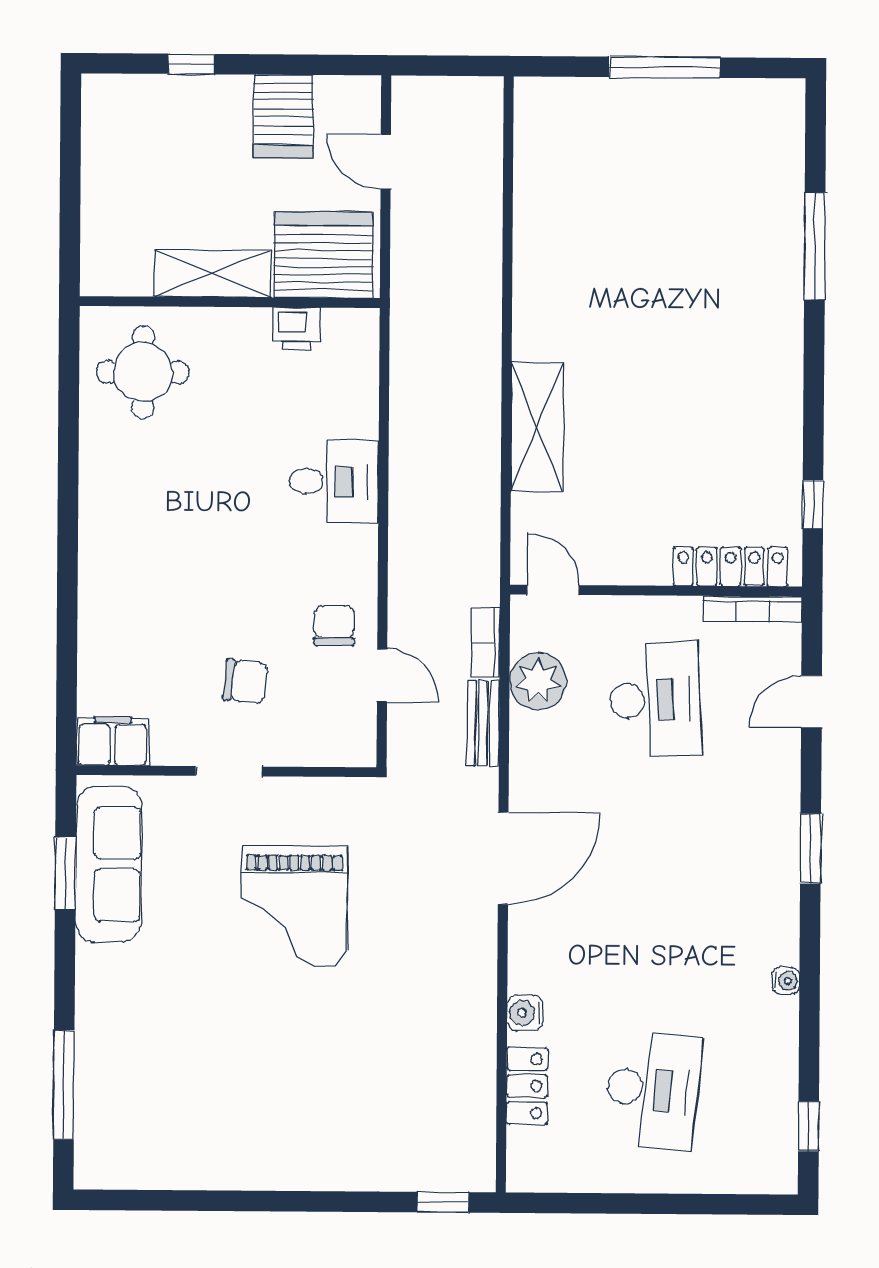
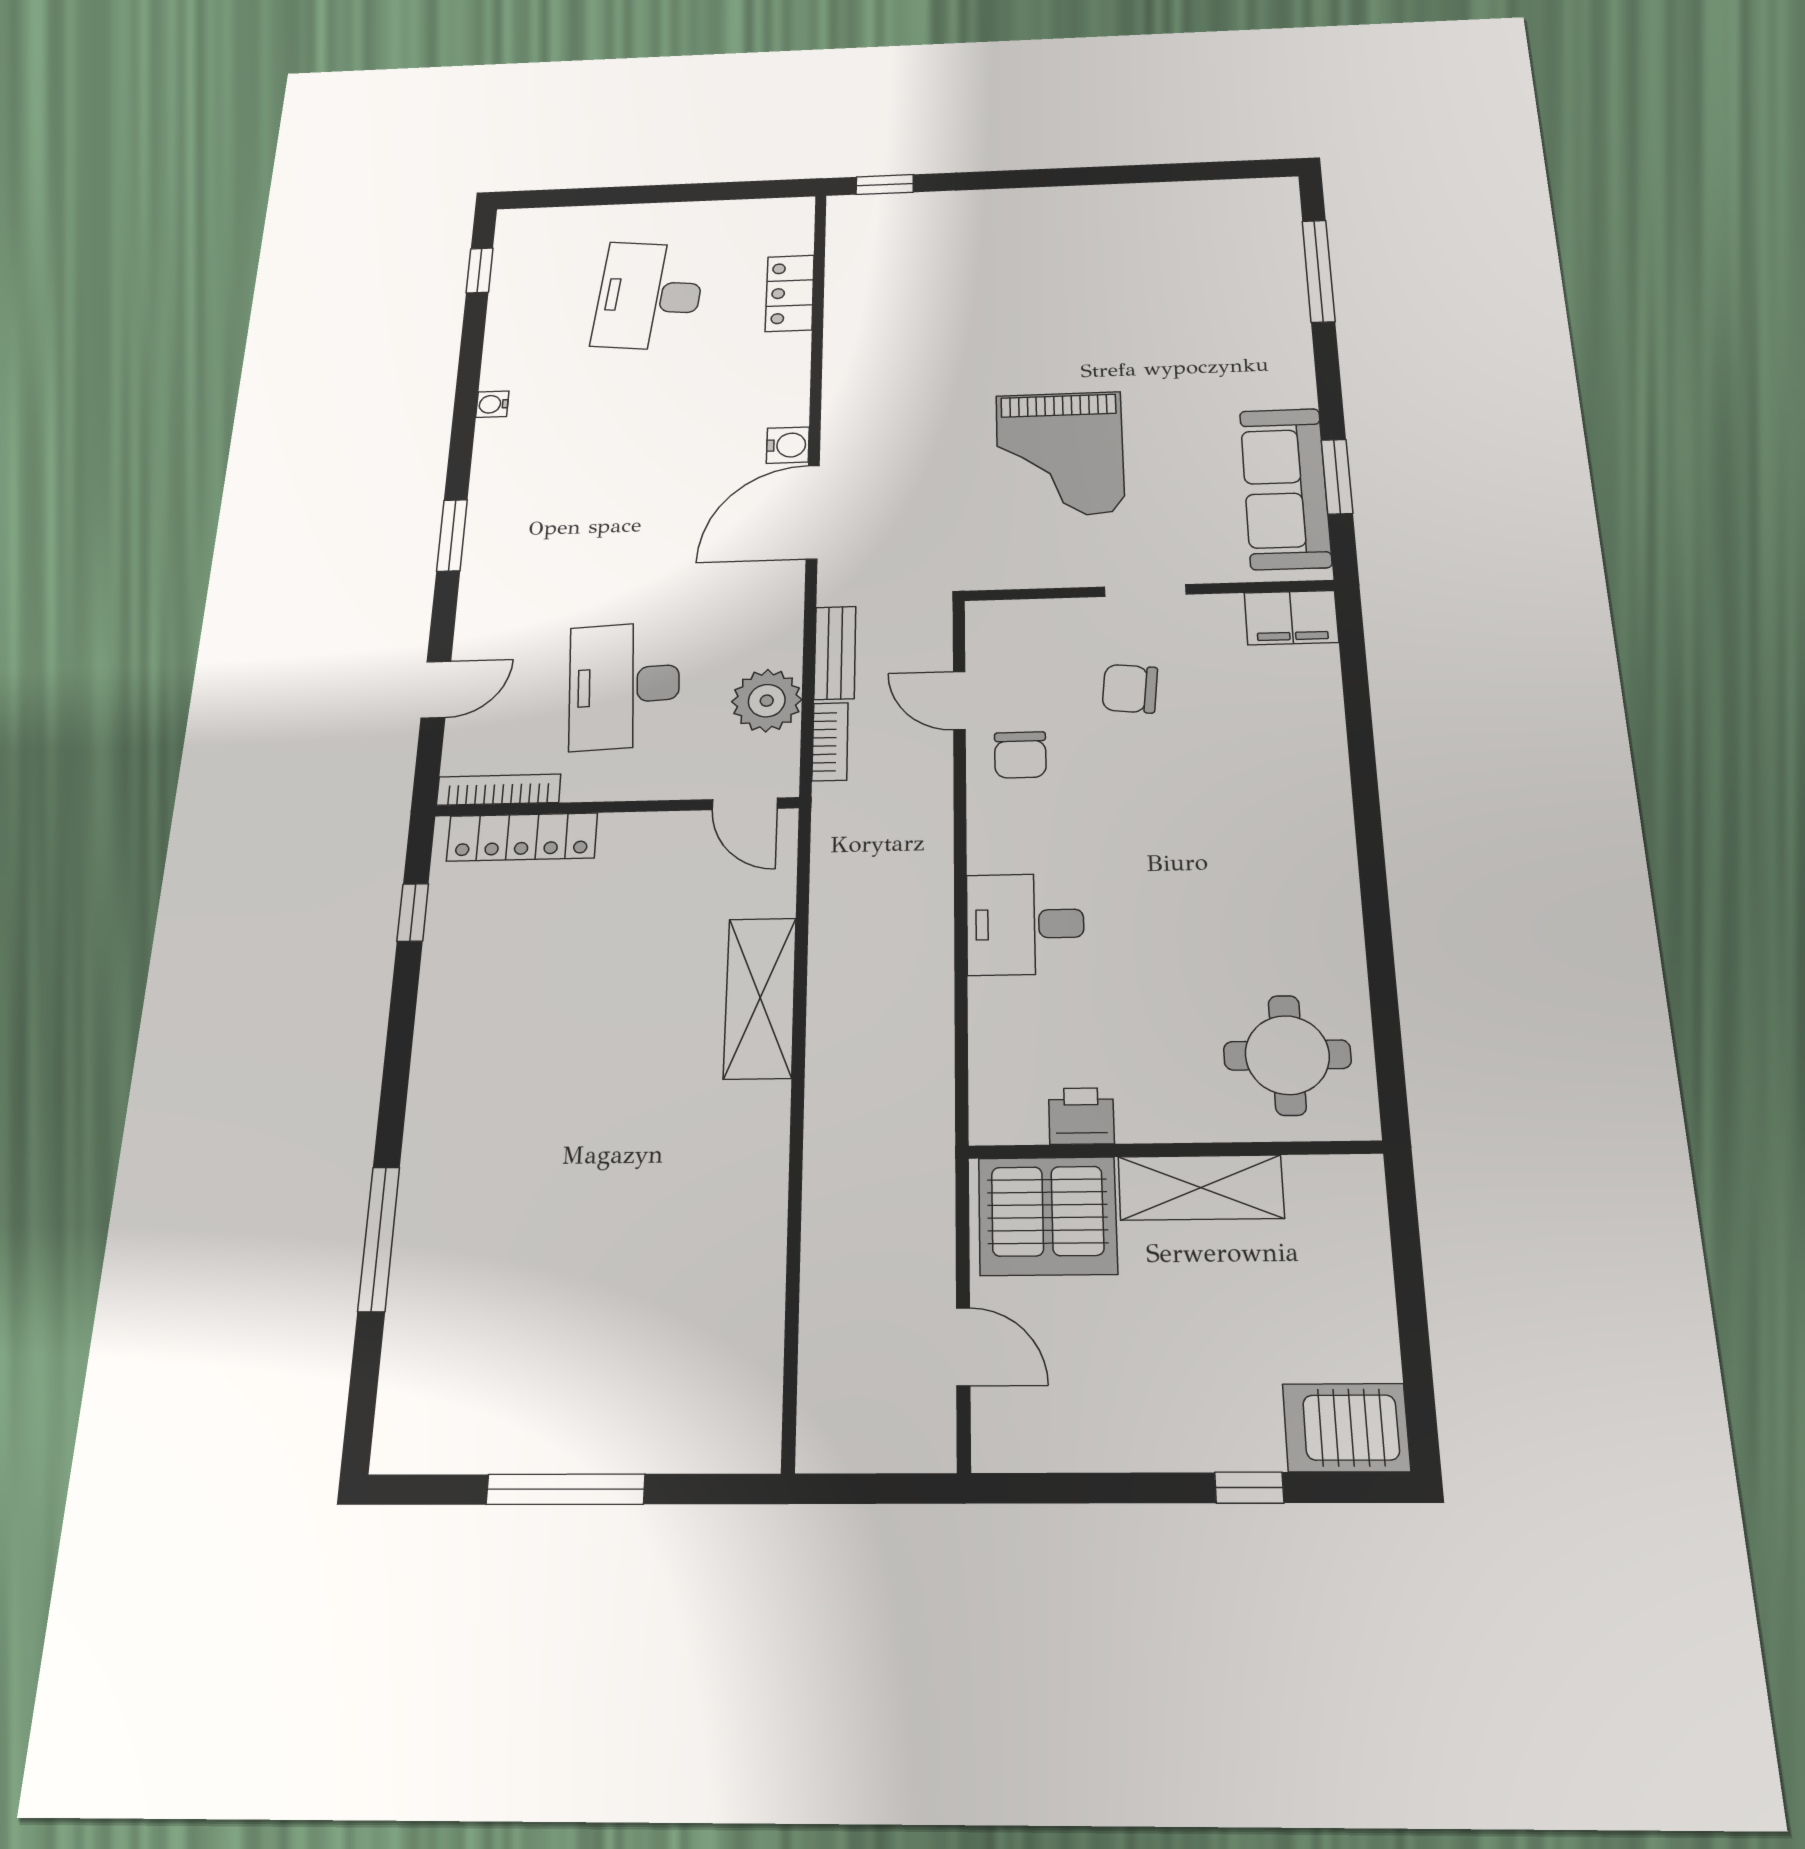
server rack: (283, 116) -> (1346, 1428), moved, turned -90
grand piano: (294, 907) -> (1060, 454), turned 180
water cooler: (525, 1013) -> (788, 445), moved

